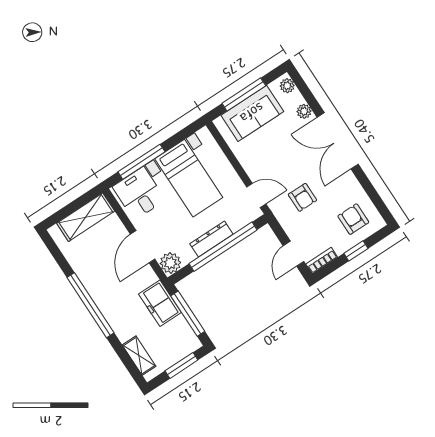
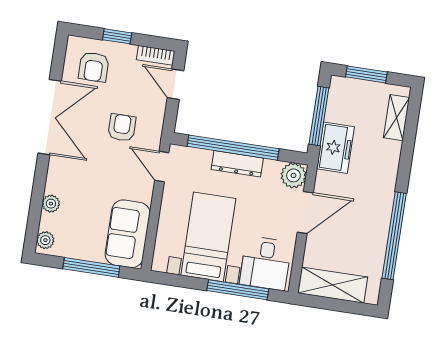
sofa: (252, 113) -> (128, 234), moved, turned -90
double door: (338, 141) -> (50, 117), moved
door: (293, 254) -> (175, 84), swing flipped
window: (91, 305) -> (394, 236), moved

